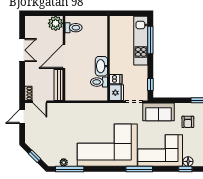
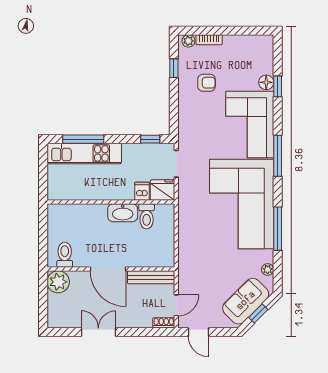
sofa: (159, 112) -> (246, 301), moved, turned -135
window: (70, 169) -> (278, 229), moved

